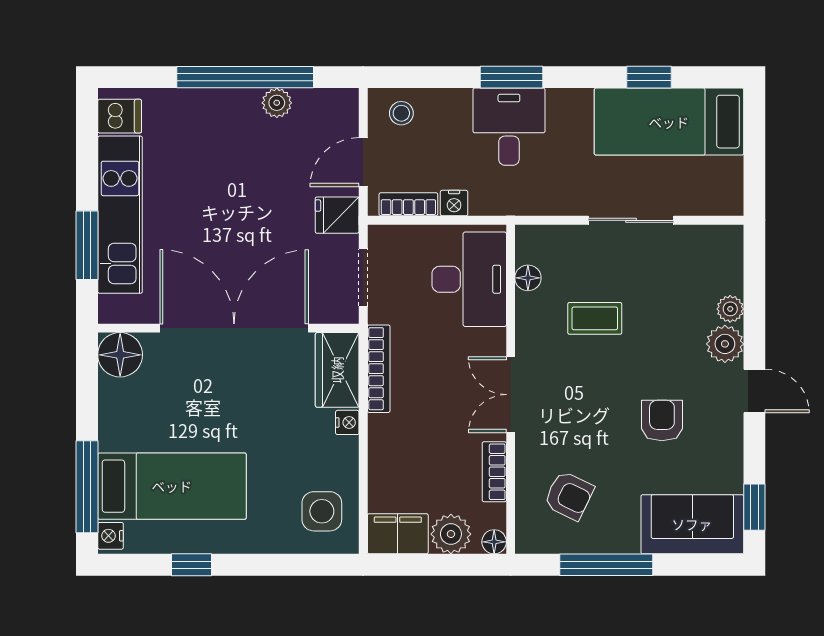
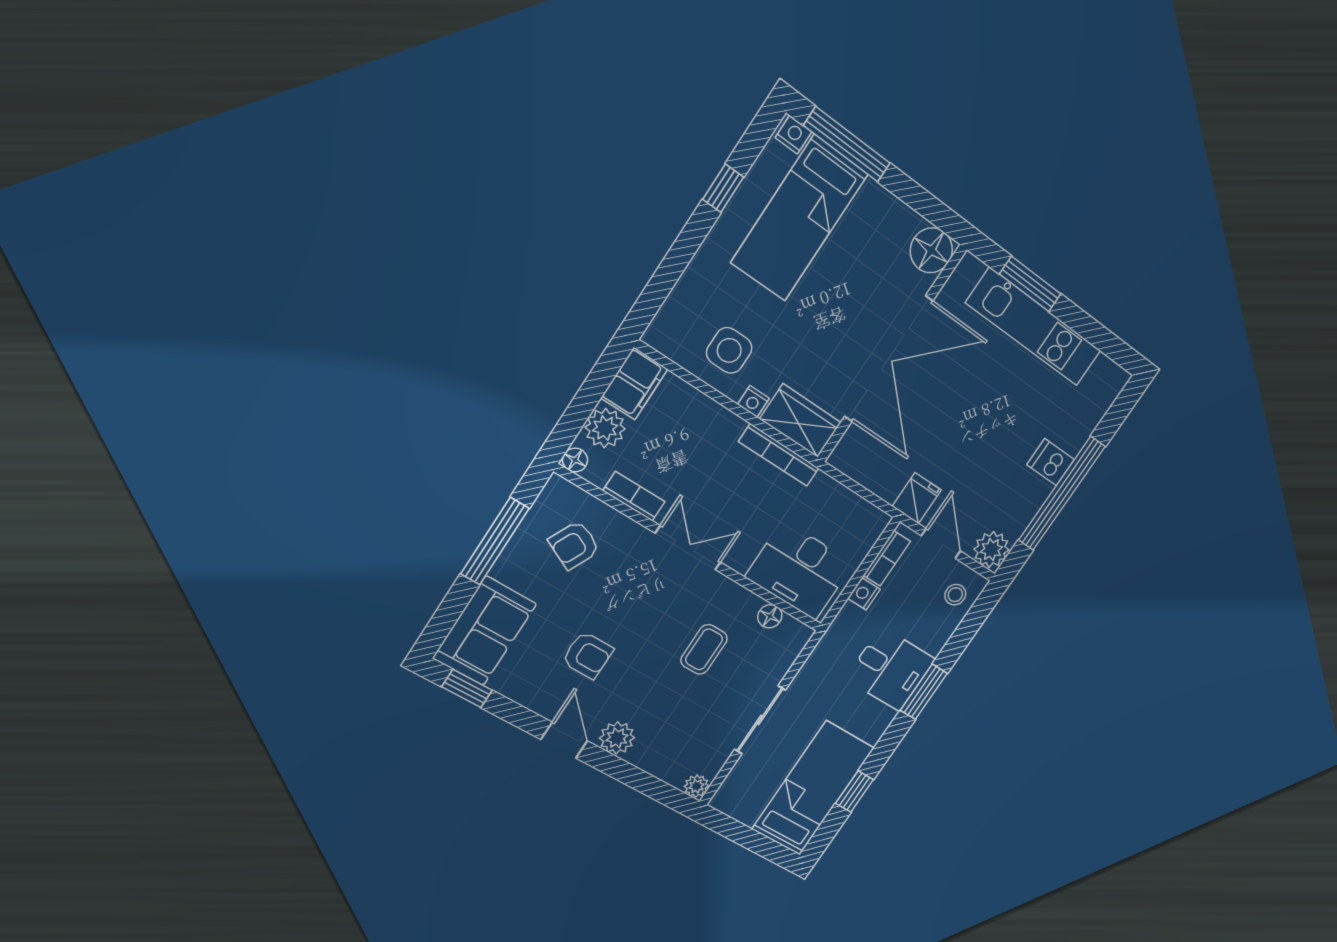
plant: (277, 103) -> (991, 550), moved, width x1.38, depth x1.38
dishwasher: (120, 116) -> (1051, 462), moved, turned 90
doorway: (363, 277) -> (857, 488), removed
plant: (730, 309) -> (696, 786), moved
door: (754, 391) -> (564, 740), swing flipped
side table: (322, 511) -> (729, 350), moved

